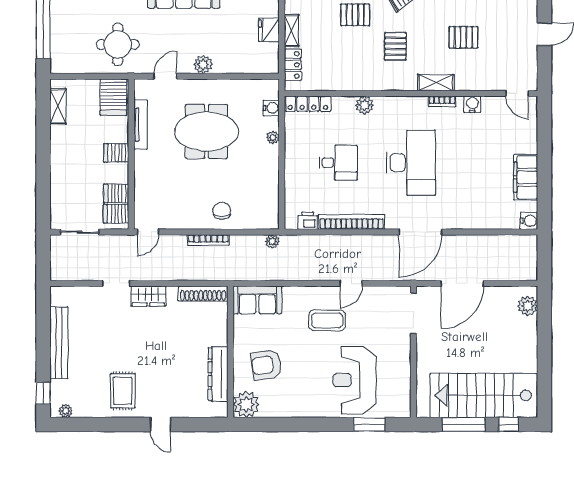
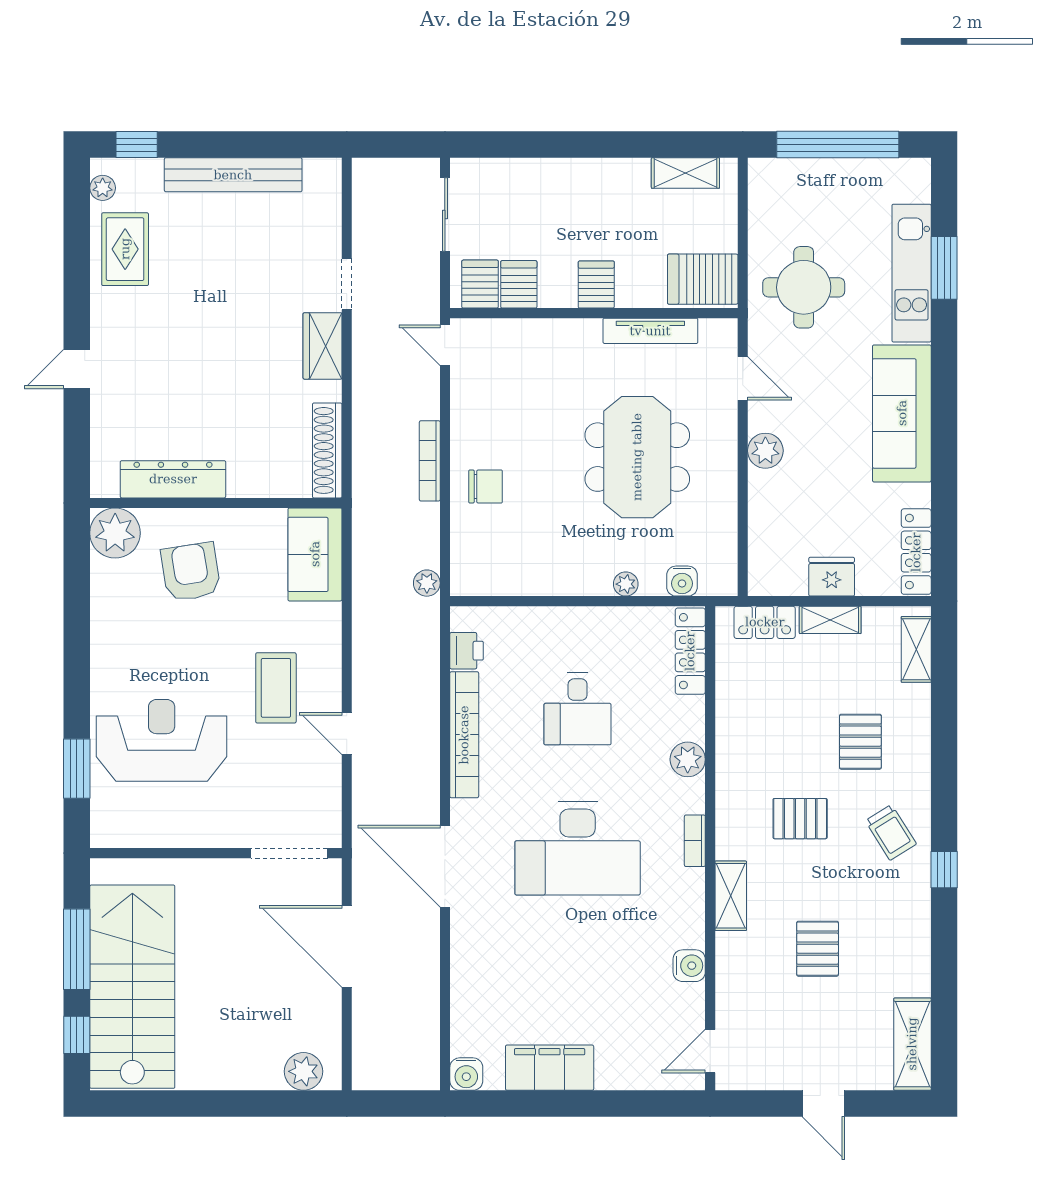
bookcase: (442, 101) -> (695, 841), moved
rug: (123, 391) -> (125, 249), moved, turned 90

